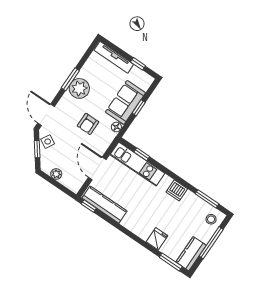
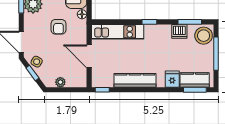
window: (142, 154) -> (149, 22), moved
dishwasher: (177, 190) -> (179, 31), moved
kitchen counter: (104, 205) -> (135, 80), moved
stool: (211, 219) -> (204, 36), width x1.89, depth x1.89
kitchen counter: (191, 254) -> (195, 80), moved, turned 90

